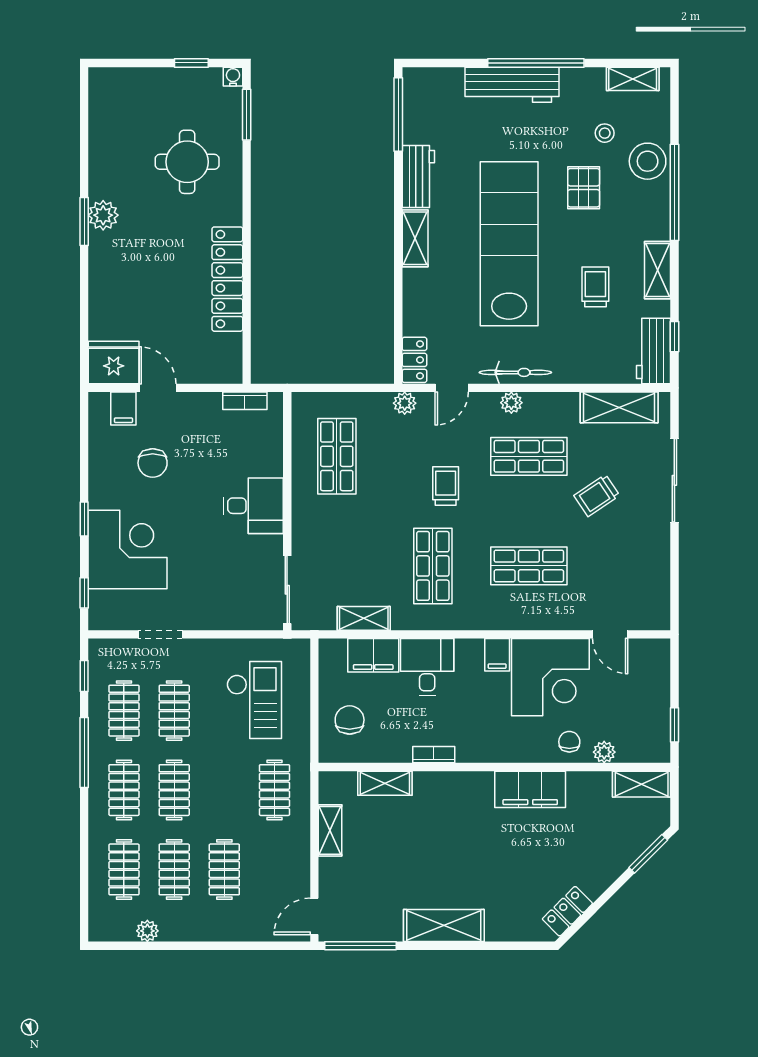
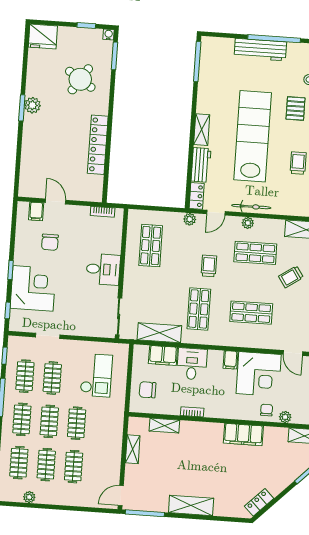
round table: (187, 162) -> (80, 79), turned 33
workbench: (418, 177) -> (201, 165), moved
fridge: (114, 363) -> (43, 36), moved, turned 180
shelving: (364, 618) -> (159, 333), width x1.50, depth x1.33
chair: (350, 720) -> (148, 390), turned -90
clothes rail: (275, 790) -> (77, 423), moved

